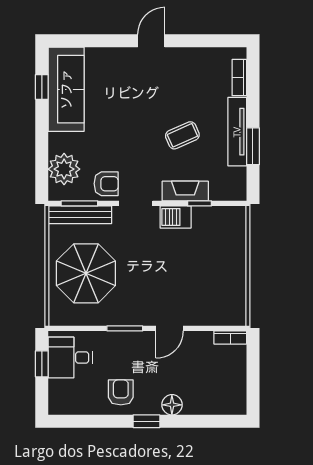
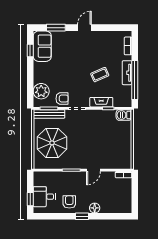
window: (94, 41) -> (56, 28), added
sofa: (66, 89) -> (42, 46), width x0.73
tv unit: (237, 132) -> (127, 73), width x0.71
window: (253, 146) -> (135, 80), width x2.11
barbecue: (176, 217) -> (124, 115), moved
desk: (70, 358) -> (44, 197), moved
window: (42, 364) -> (30, 199), moved

